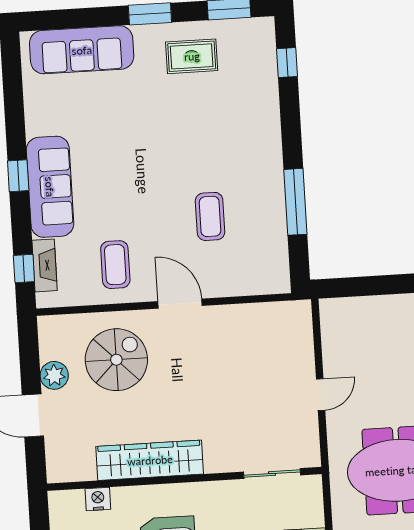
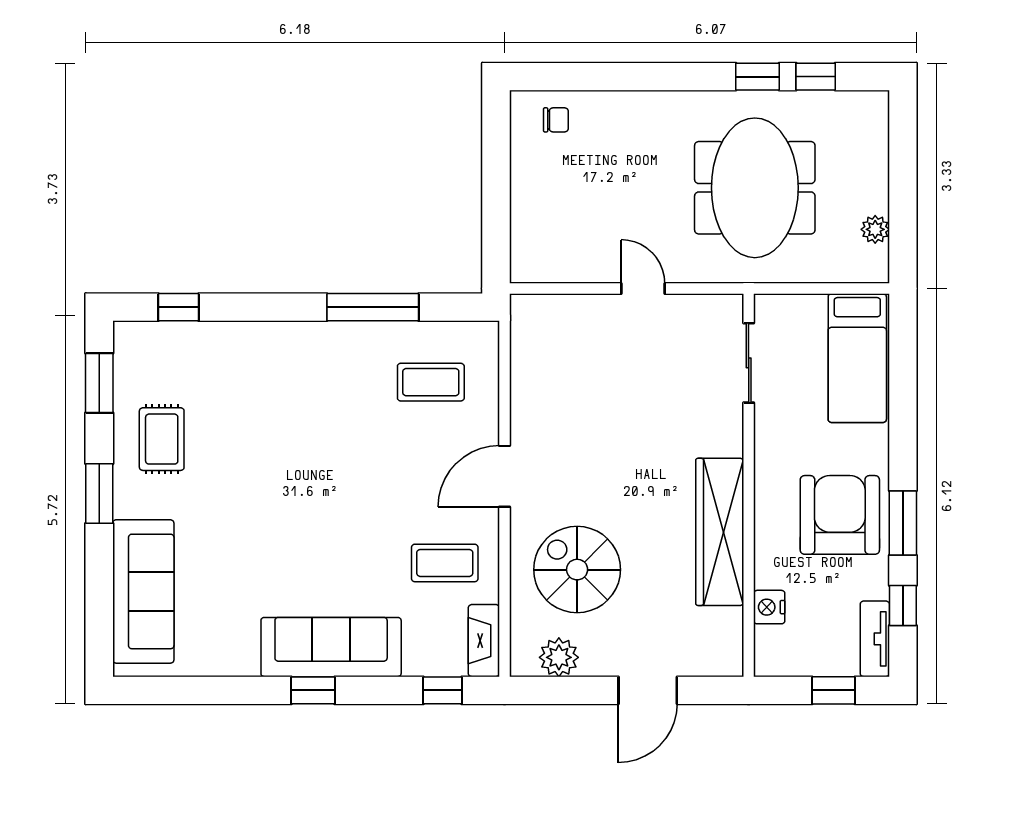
coffee table: (210, 216) -> (431, 382), moved
fireplace: (45, 265) -> (484, 641), moved, turned -90
plant: (54, 375) -> (559, 657), moved

